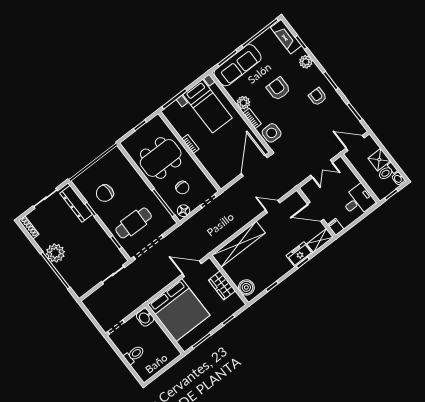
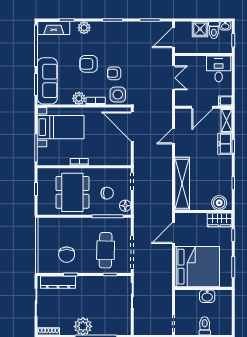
armchair: (318, 97) -> (114, 73), moved
wardrobe: (222, 285) -> (219, 220), moved
washbasin: (145, 317) -> (207, 296), moved

